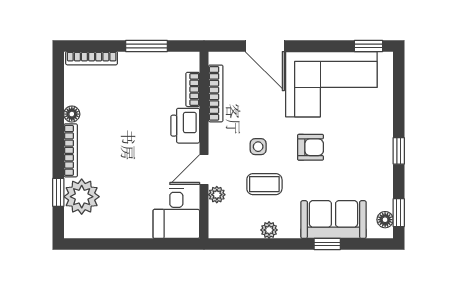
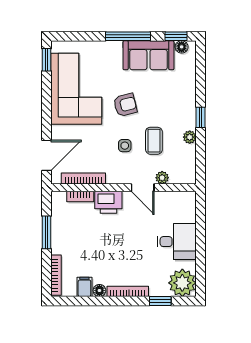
door: (265, 46) -> (46, 155), moved
filing cabinet: (76, 95) -> (84, 287), added
armchair: (310, 147) -> (125, 105), turned 76
window: (399, 151) -> (128, 36), width x2.17
plant: (82, 197) -> (182, 283), moved
desk: (176, 213) -> (177, 242), moved
sofa: (333, 220) -> (148, 55), moved, turned -90
window: (327, 244) -> (200, 117), moved

